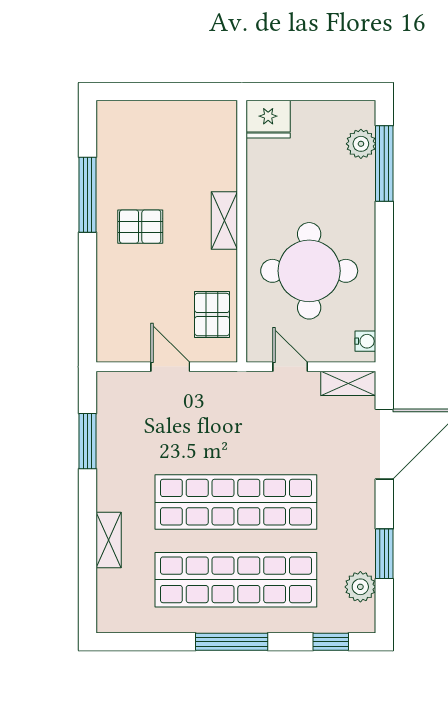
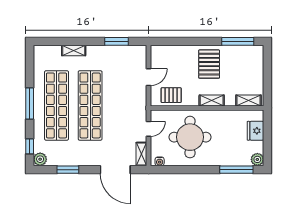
fridge: (268, 119) -> (255, 131), moved
shelving: (224, 135) -> (249, 100), added
plant: (361, 144) -> (257, 159), moved
window: (88, 195) -> (238, 41), moved
pallet: (140, 227) -> (209, 64), width x1.50, depth x1.42
plant: (360, 587) -> (40, 159), moved

